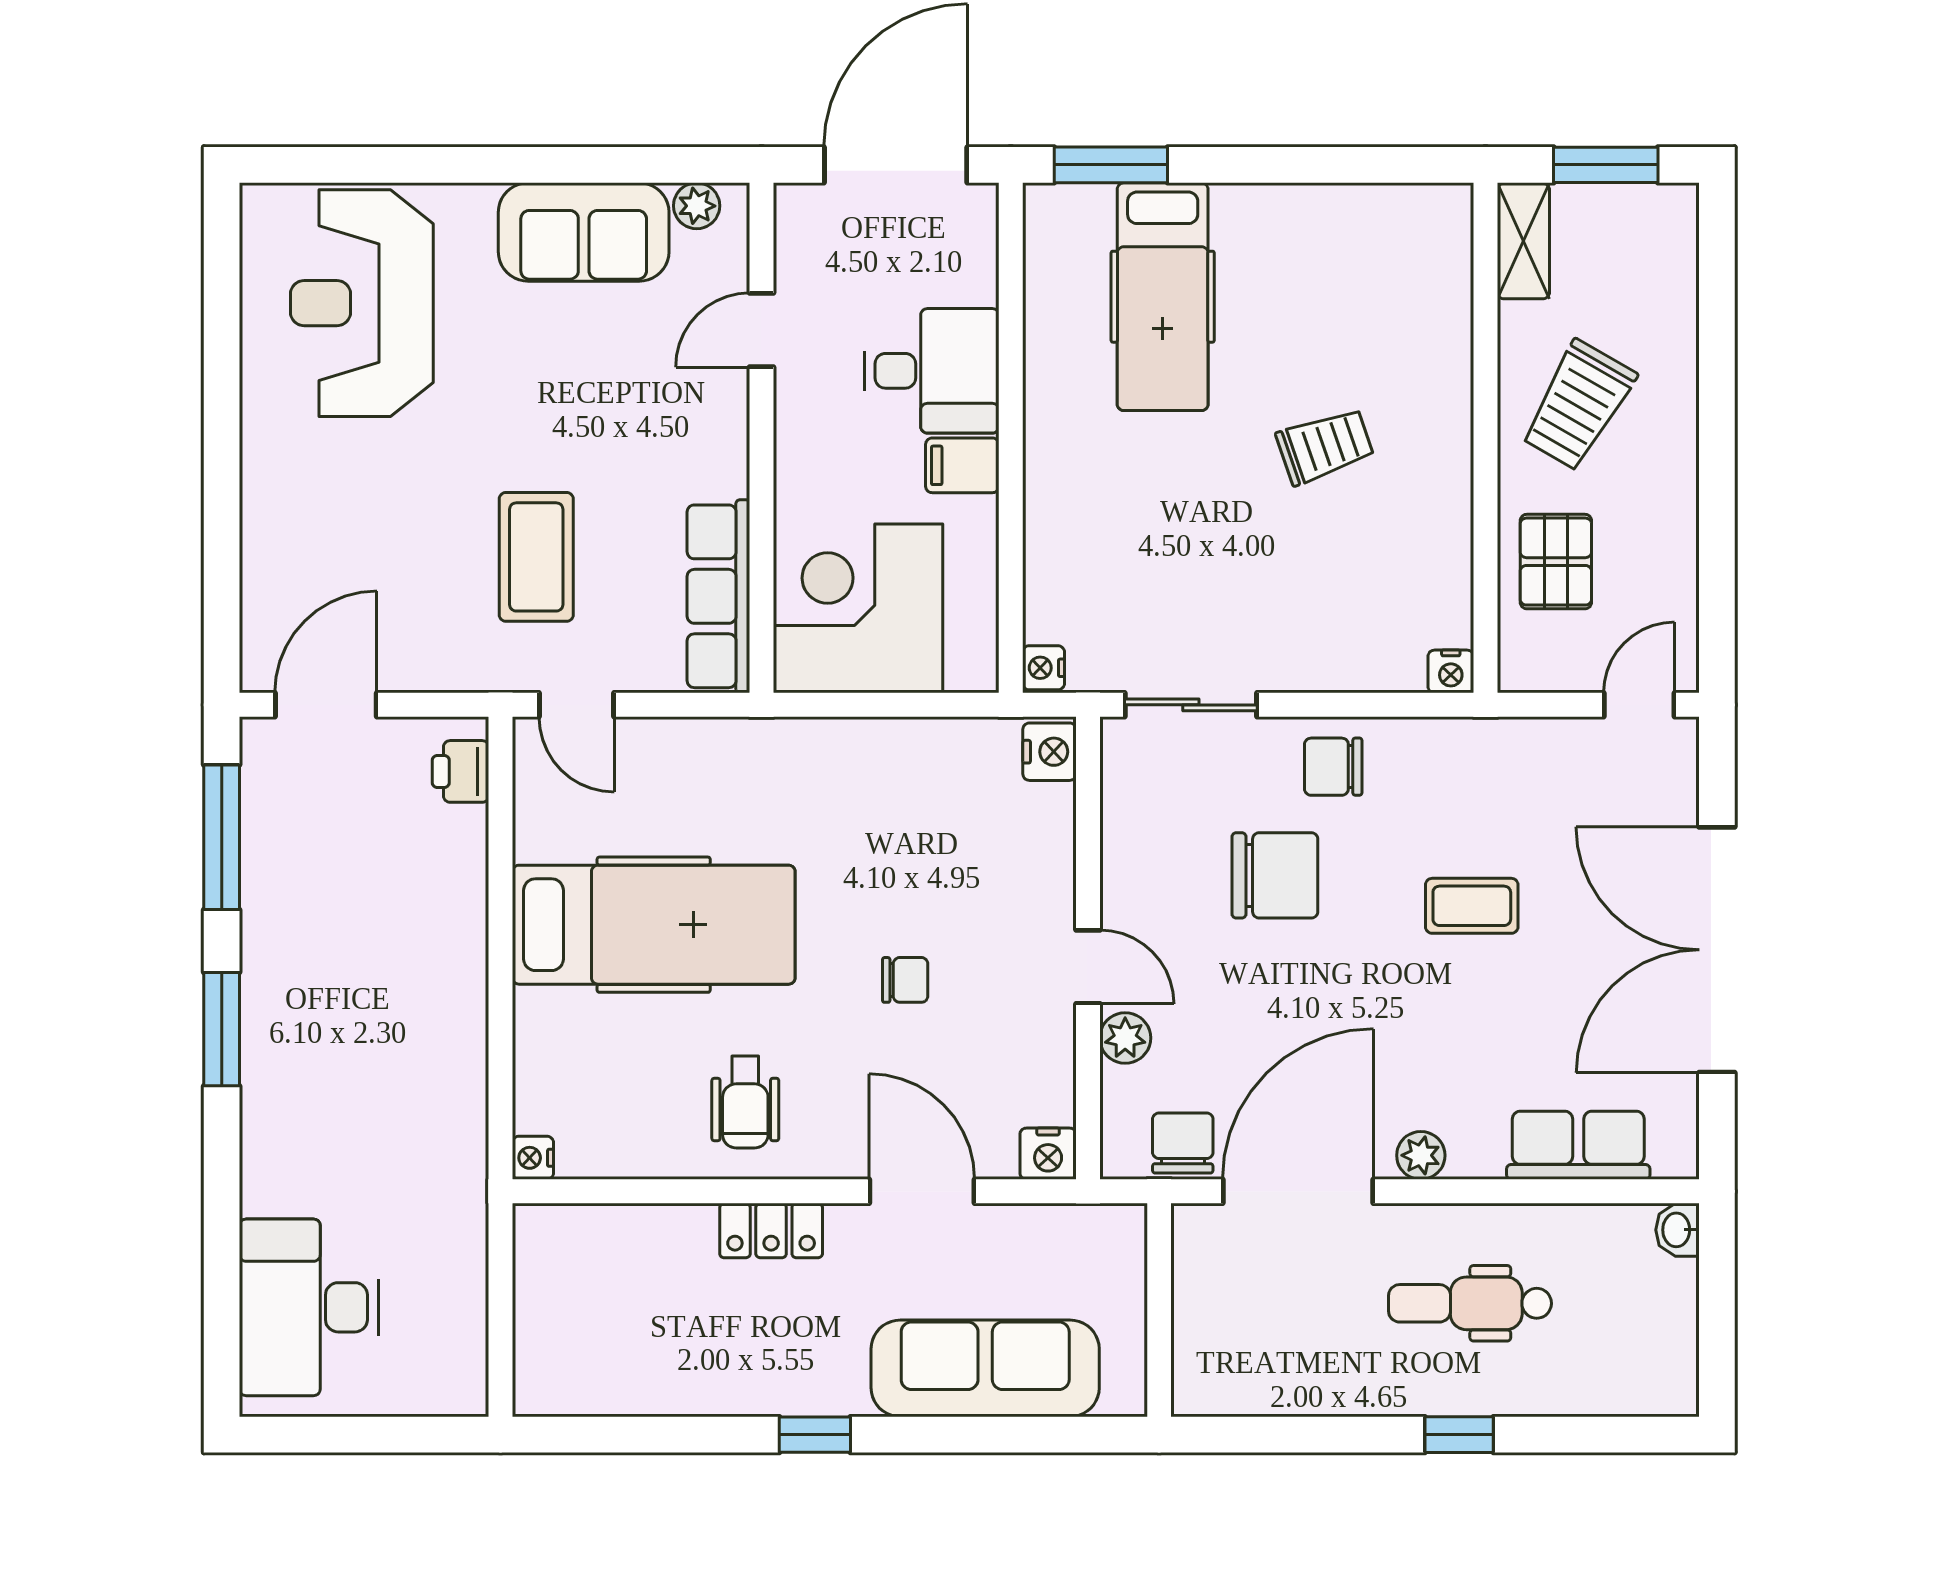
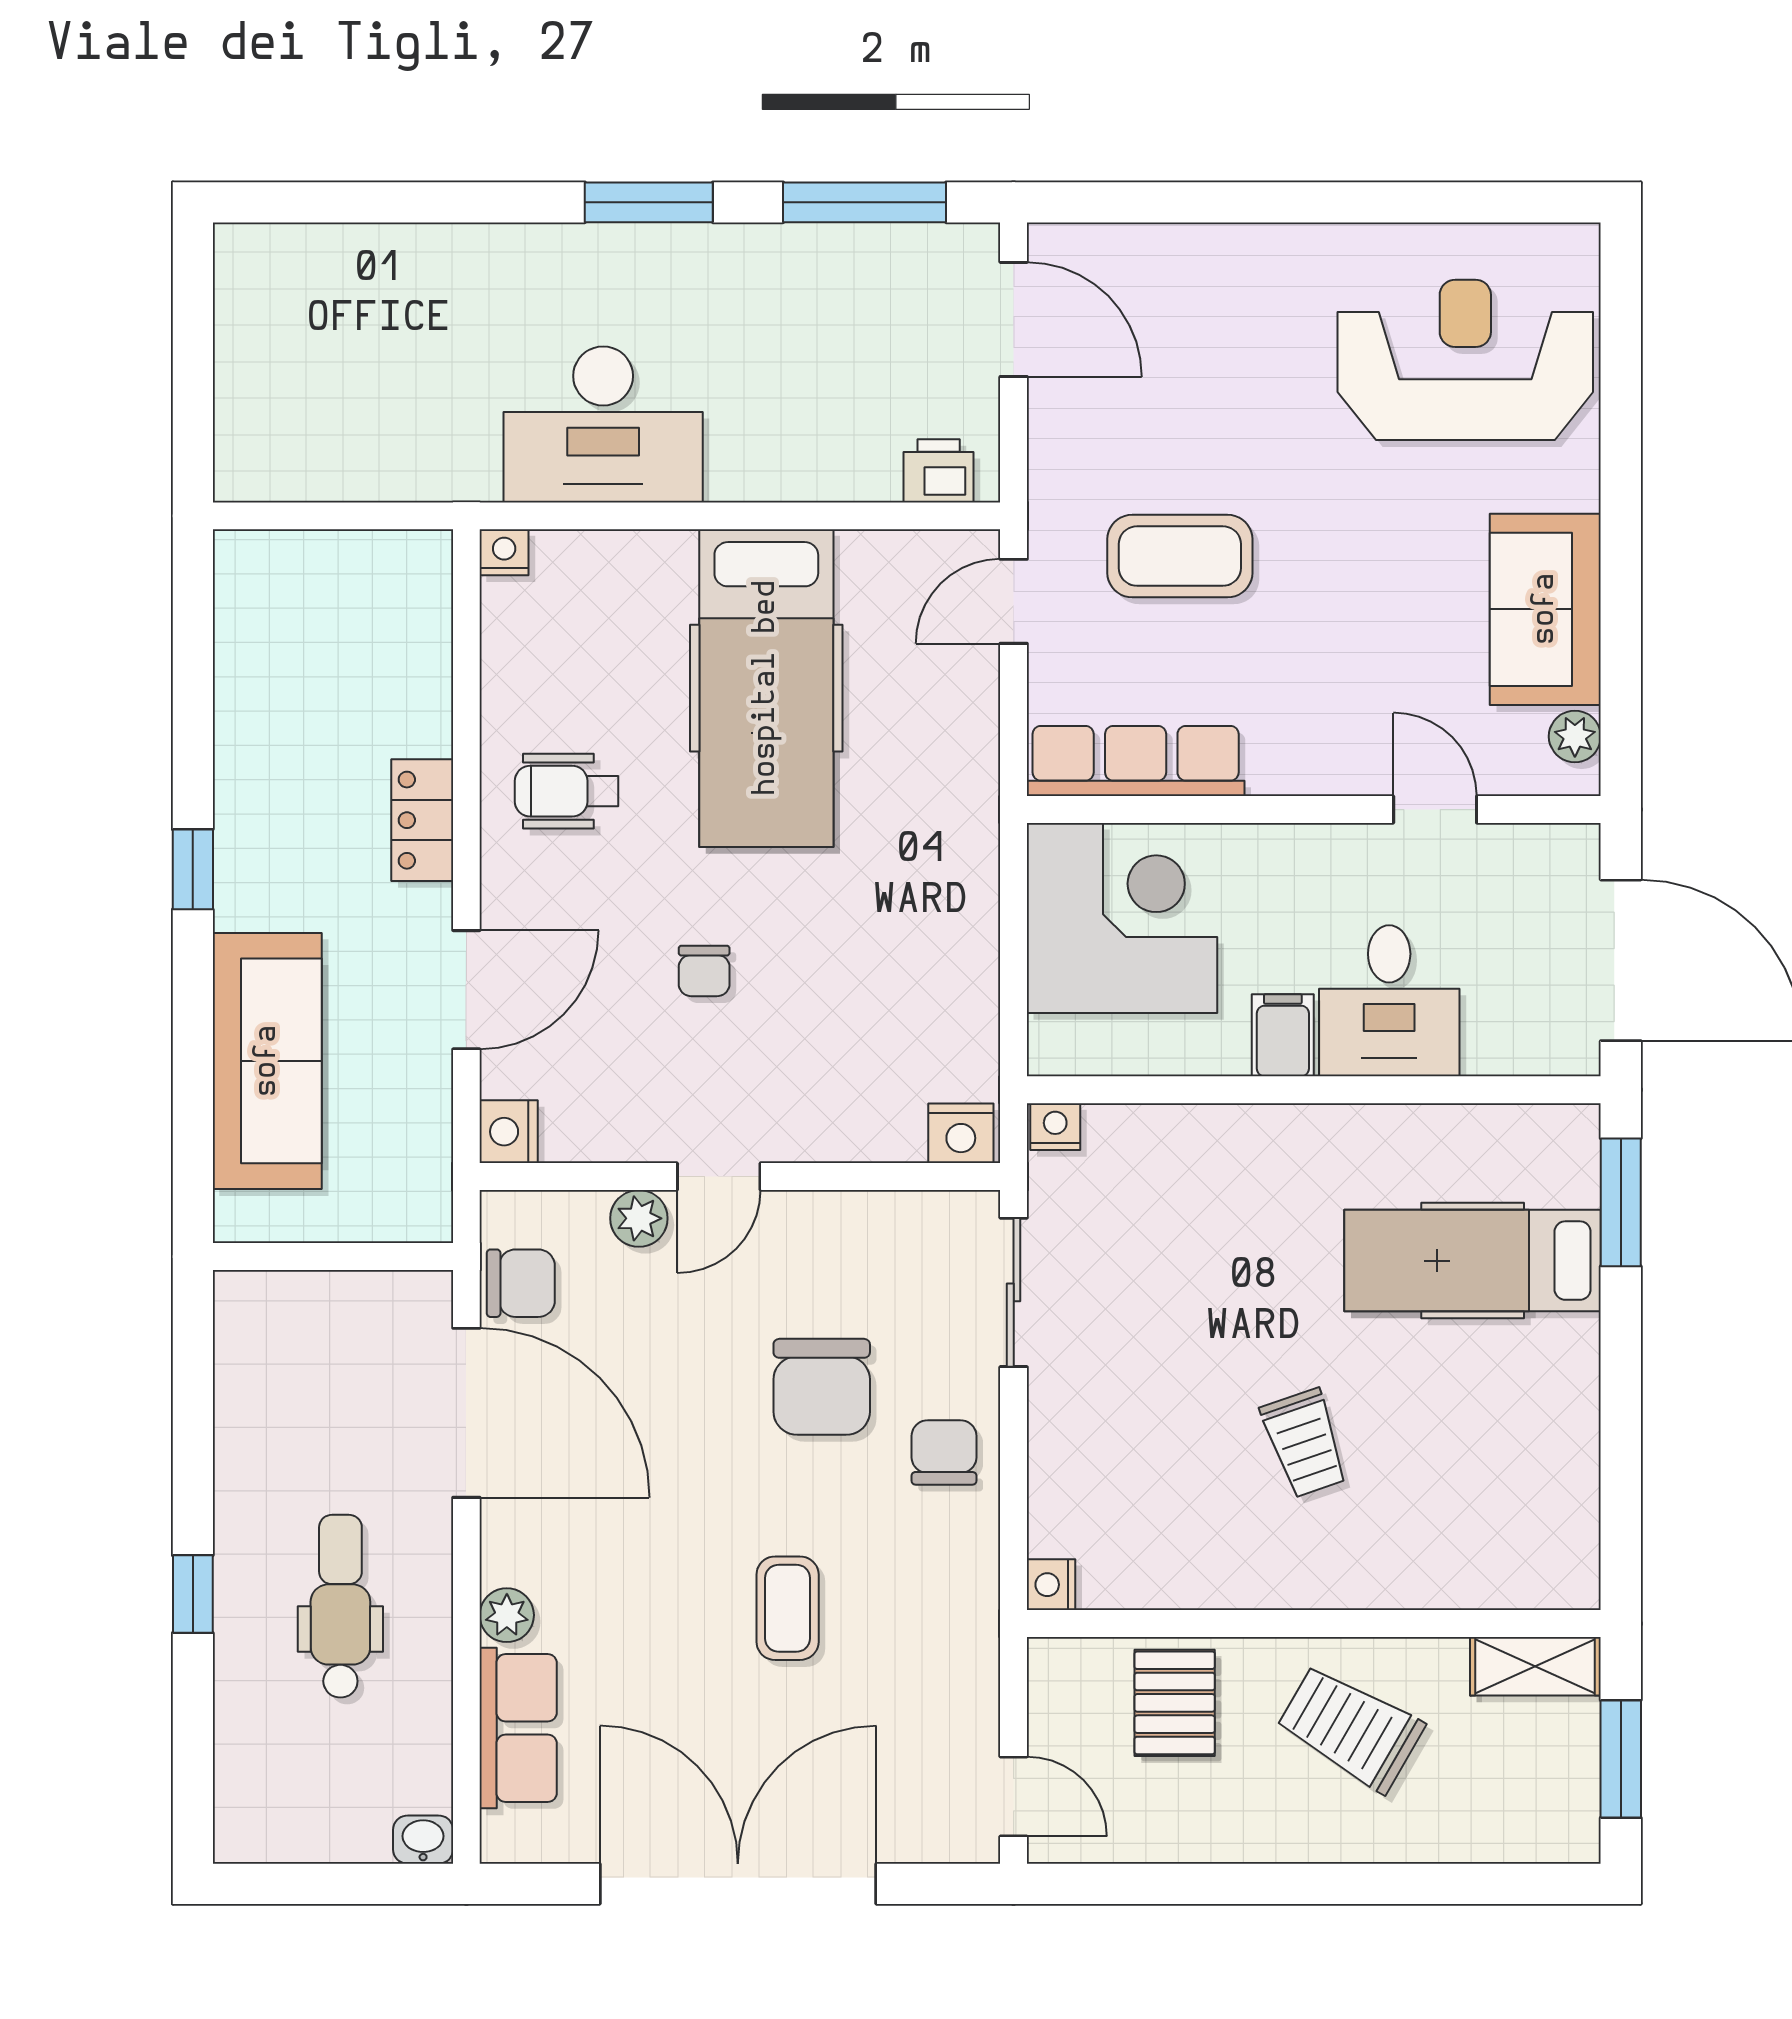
pallet: (1556, 562) -> (1175, 1703), turned 90
plant: (1421, 1155) -> (507, 1615), moved
desk: (309, 1307) -> (603, 424), moved, turned 180

